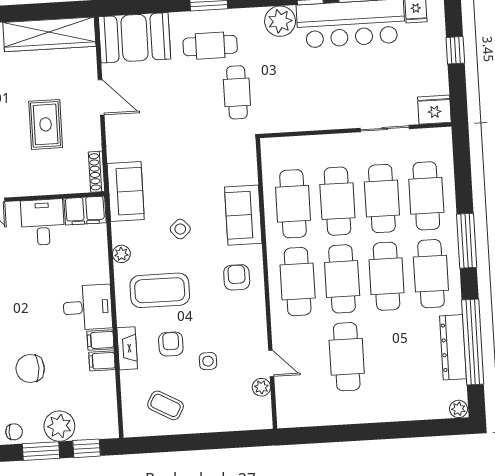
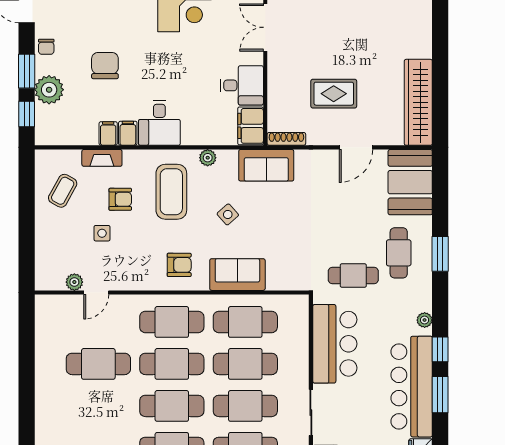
plant: (280, 21) -> (425, 320), width x0.53, depth x0.53
bar counter: (310, 107) -> (335, 344), added
fireplace: (127, 348) -> (102, 158), moved

